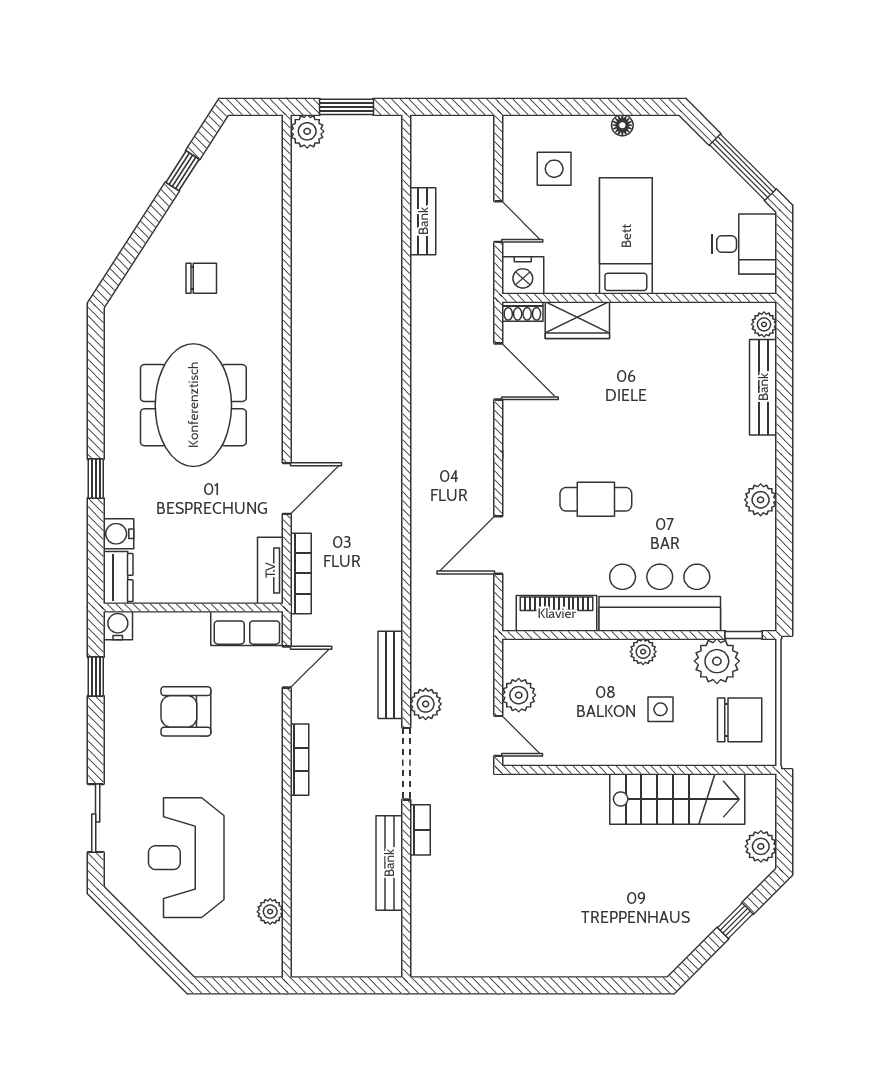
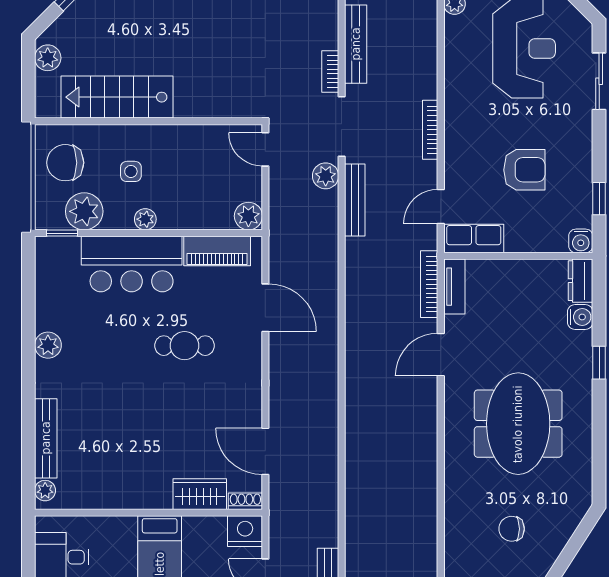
door: (498, 545) -> (265, 308), hinge flipped
plant: (519, 695) -> (248, 216), moved

